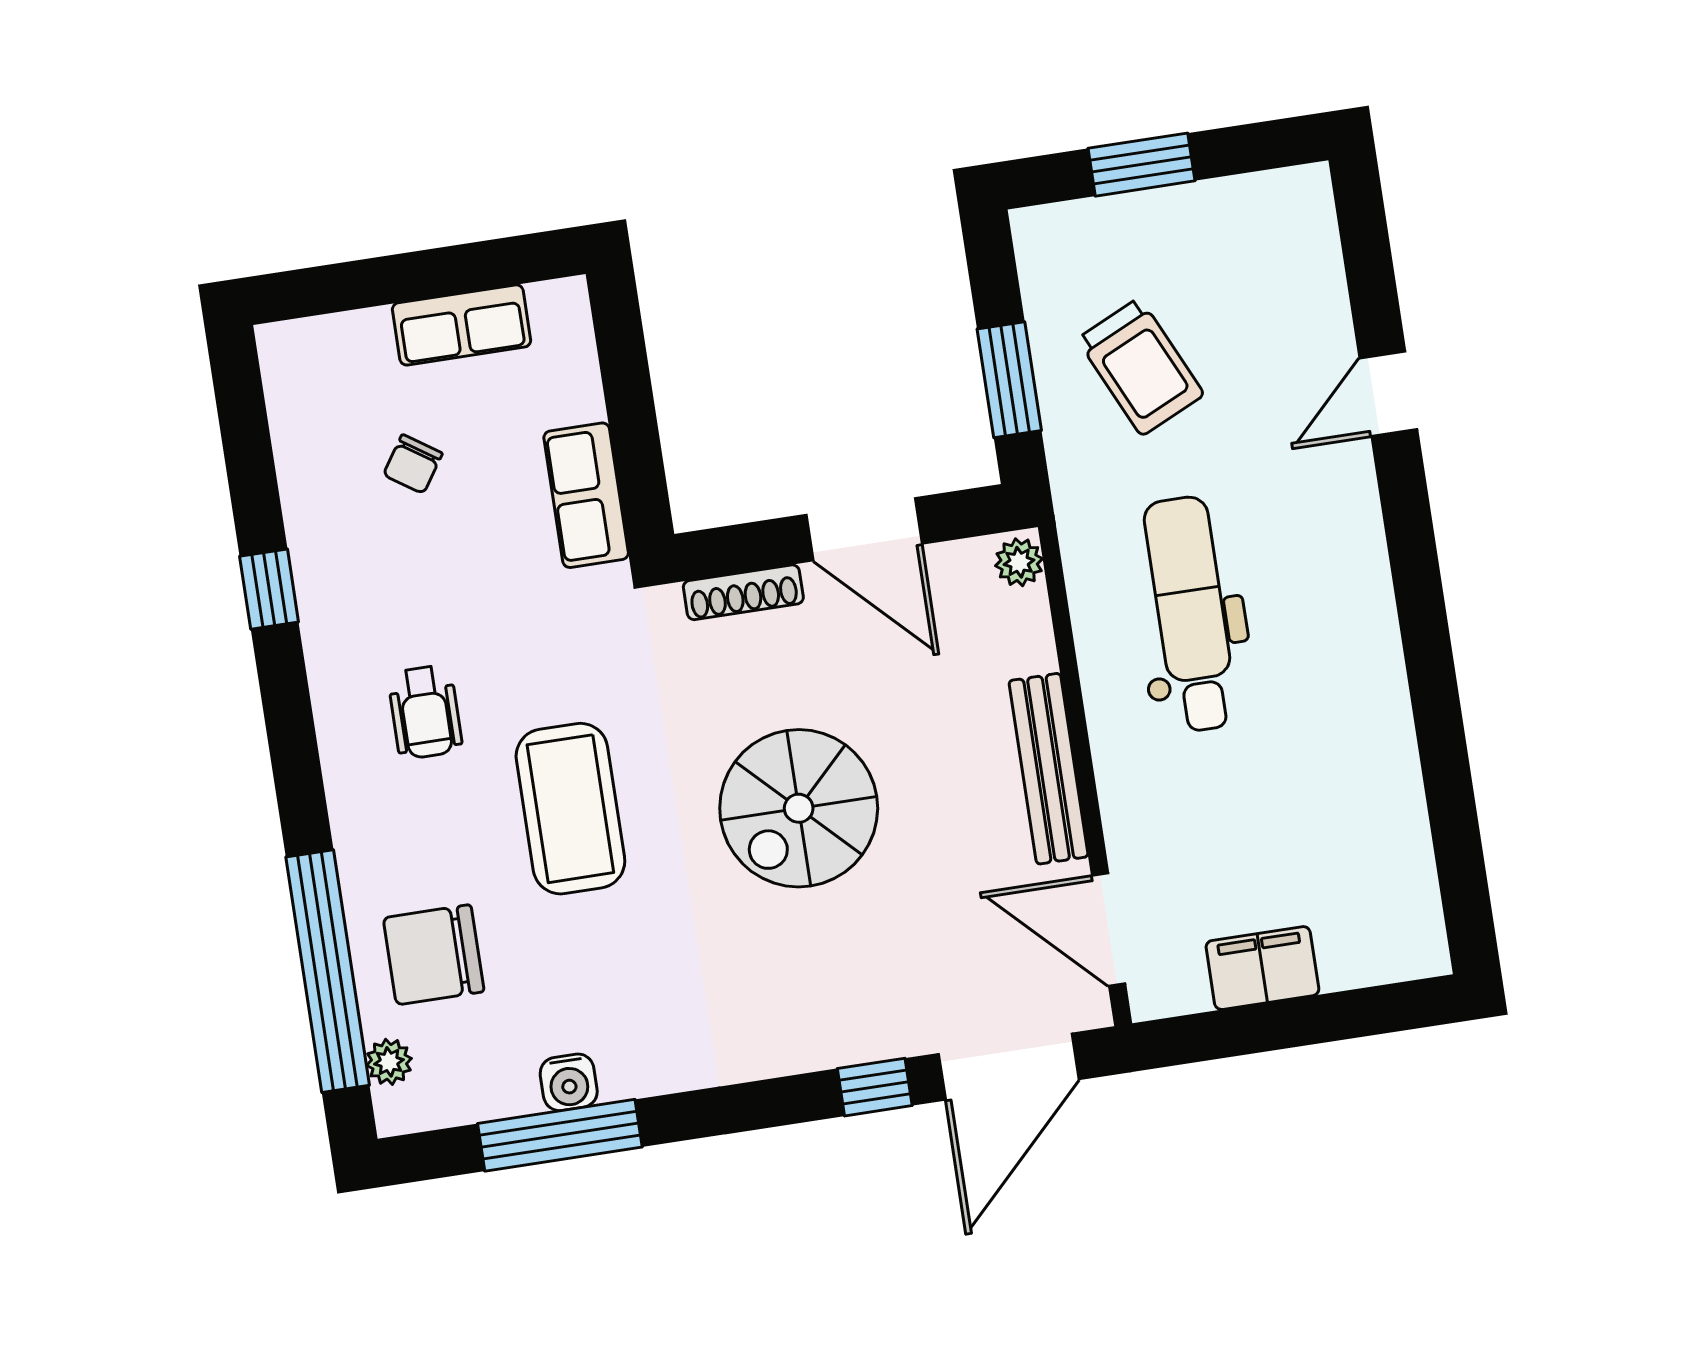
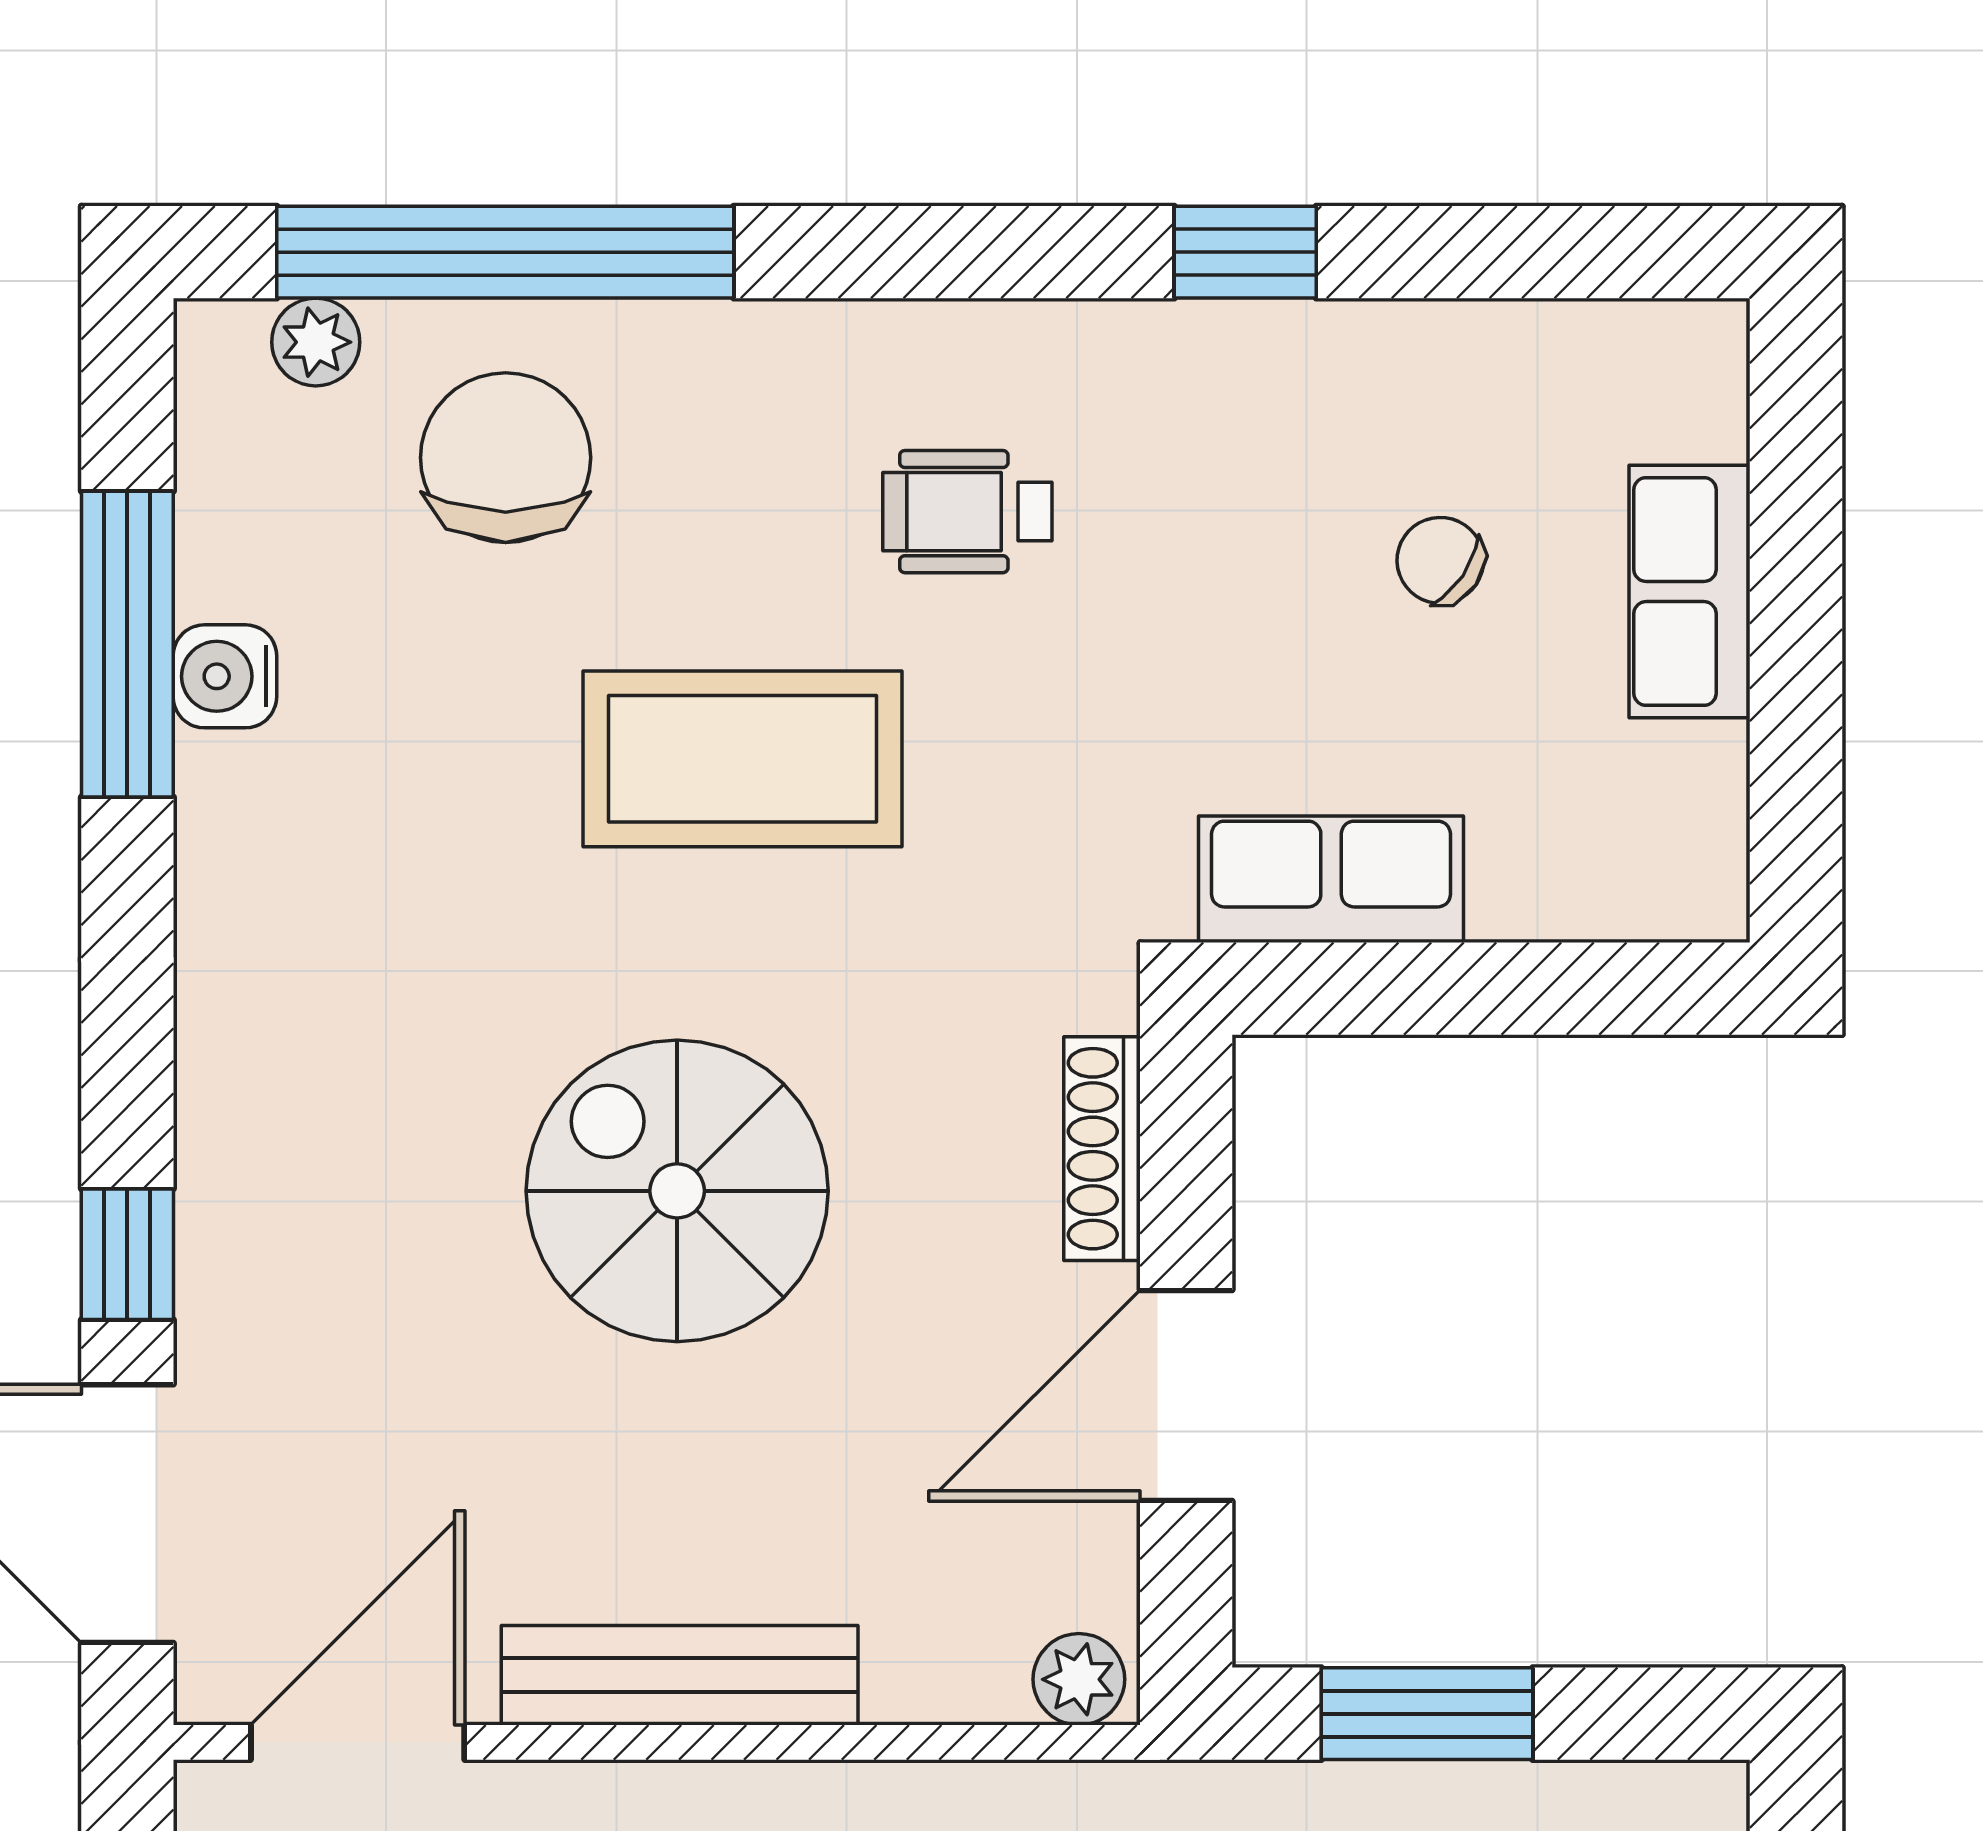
row of seats: (462, 325) -> (1690, 592), moved

